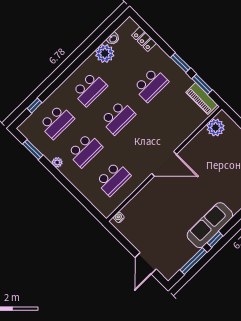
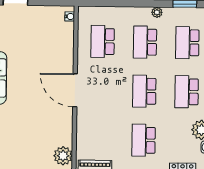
door: (164, 164) -> (75, 90), hinge flipped

